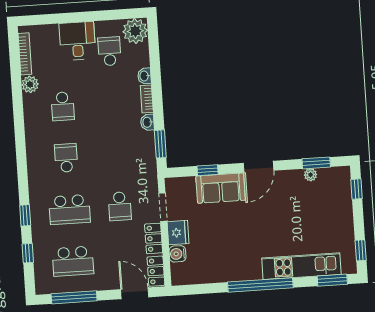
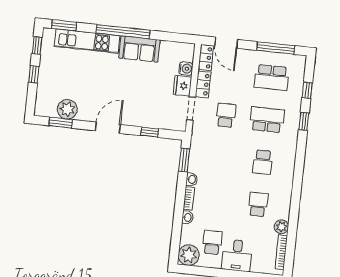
school desk: (109, 51) -> (212, 242), turned 180
plant: (310, 175) -> (67, 109), width x1.87, depth x1.87
sofa: (221, 188) -> (139, 49), moved, turned 180
window: (357, 189) -> (34, 74), moved
school desk: (73, 261) -> (272, 77), turned 180

